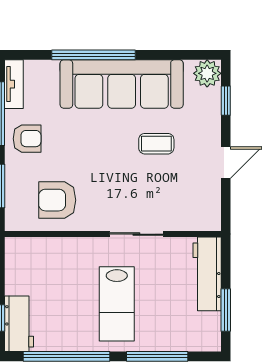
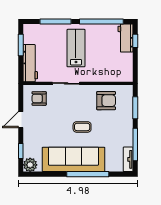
armchair: (27, 139) -> (39, 98), moved
coffee table: (156, 144) -> (82, 127), moved

